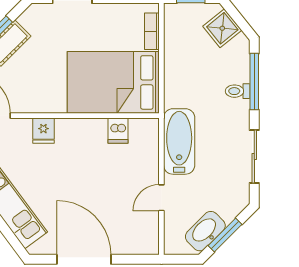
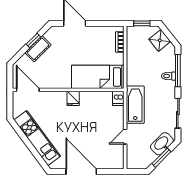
bed: (113, 82) -> (98, 77), width x0.67
fridge: (43, 131) -> (73, 98), moved
dishwasher: (118, 131) -> (118, 98), moved
washbasin: (205, 231) -> (162, 144), moved

